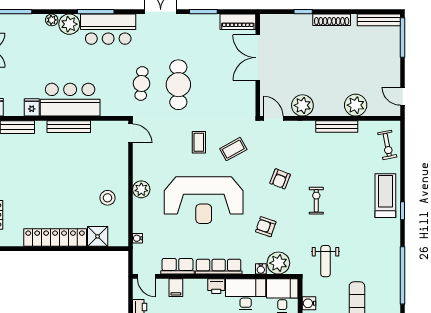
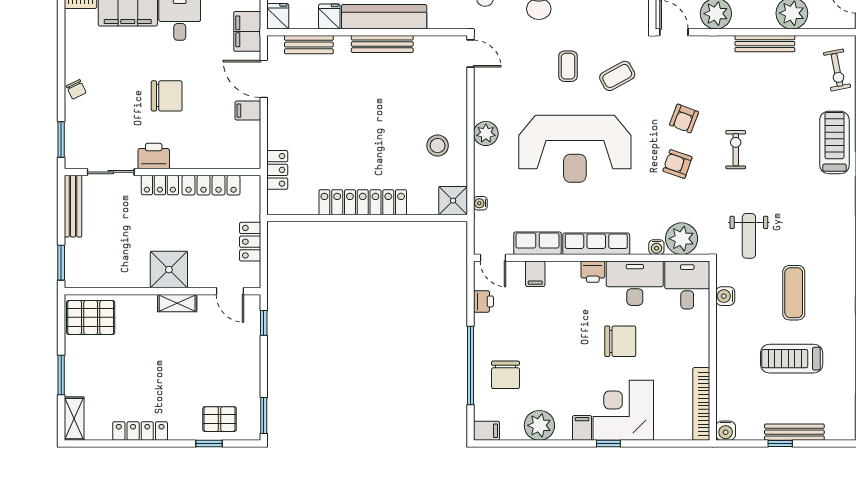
armchair: (266, 227) -> (677, 164), moved
shower: (98, 236) -> (453, 201), moved

